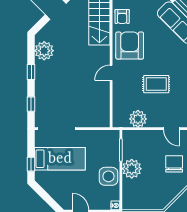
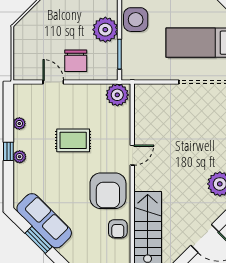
armchair: (122, 16) -> (118, 229), turned 180
plant: (138, 119) -> (117, 95), moved
chair: (174, 164) -> (76, 61), moved

